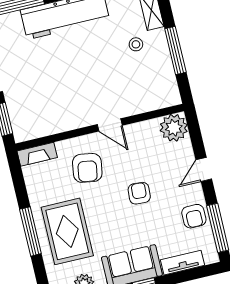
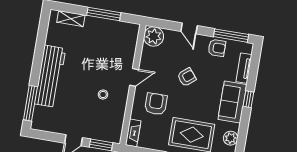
stool: (136, 44) -> (103, 94), moved
armchair: (87, 168) -> (156, 104), turned -99
armchair: (139, 193) -> (187, 77), turned 136

